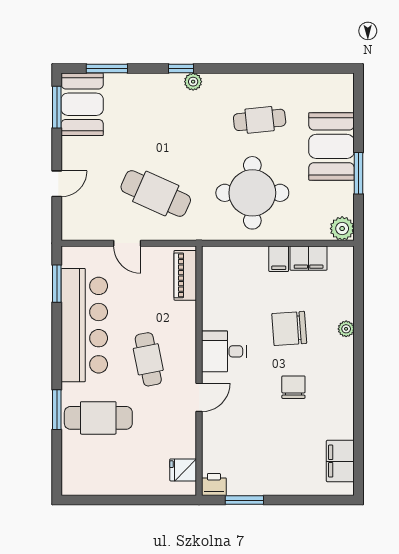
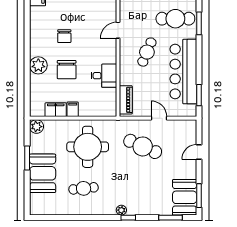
chair: (289, 328) -> (67, 70), turned 94
plant: (346, 329) -> (38, 65), width x1.88, depth x1.88
desk: (224, 351) -> (104, 76), moved
cafe table: (148, 359) -> (147, 52), turned 34

